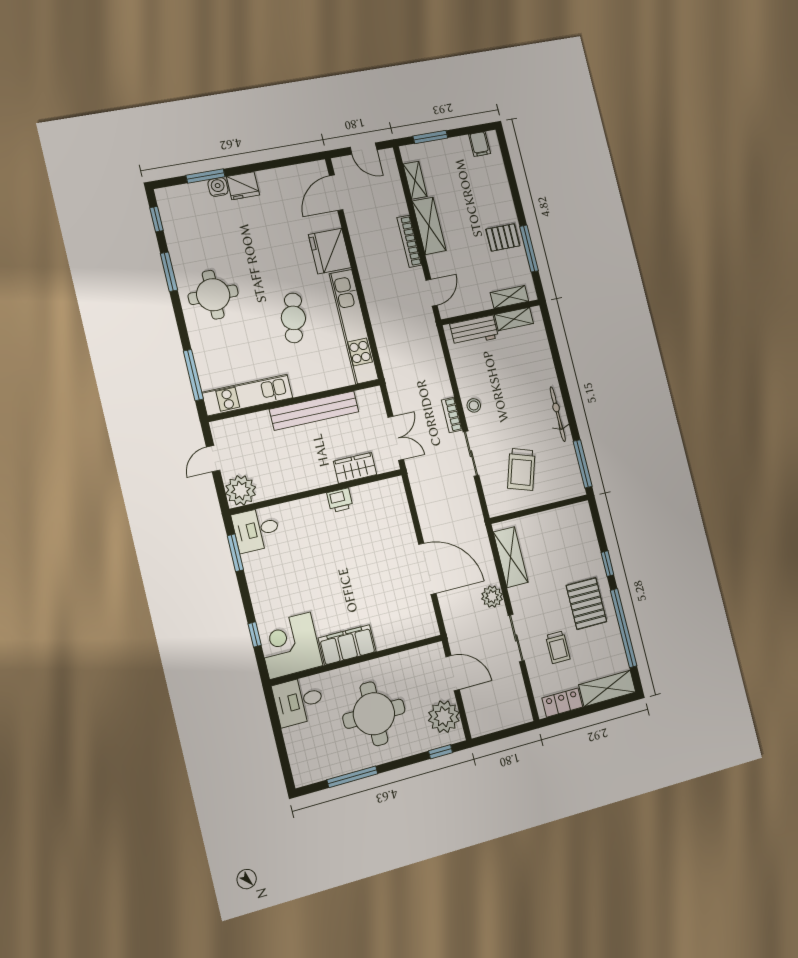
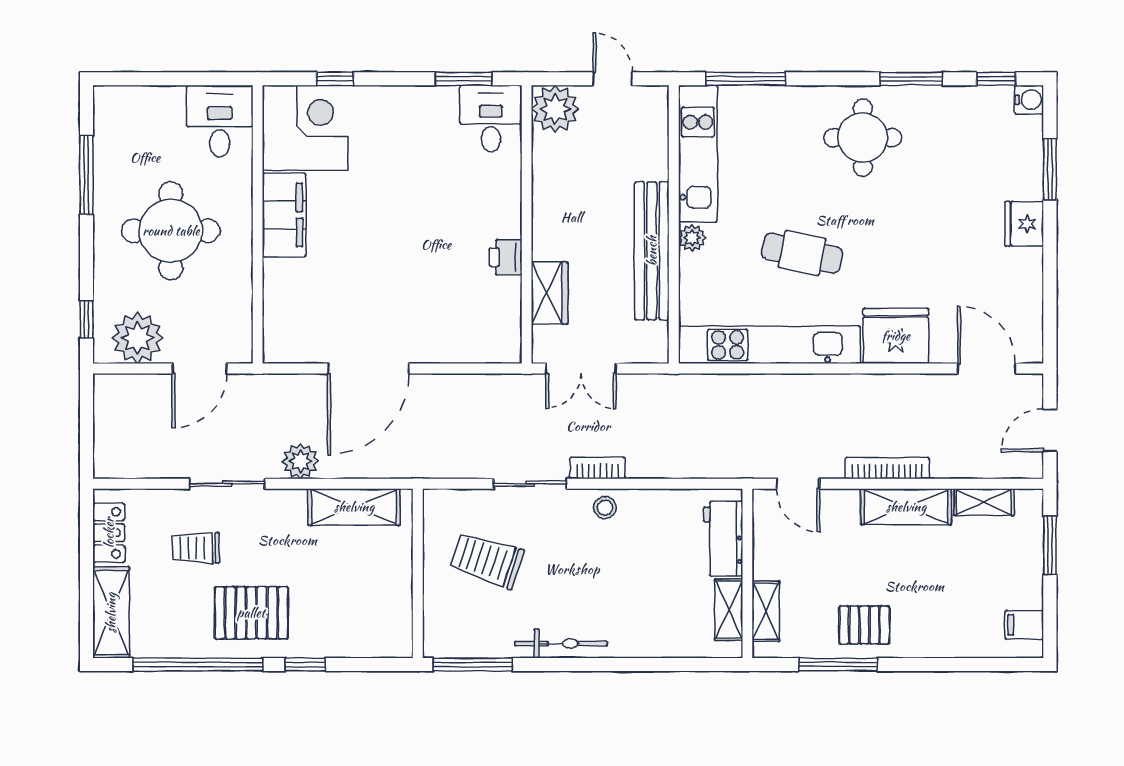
water cooler: (218, 187) -> (1029, 100), moved
pallet: (503, 237) -> (864, 625), turned 90
plant: (300, 387) -> (692, 238), added

